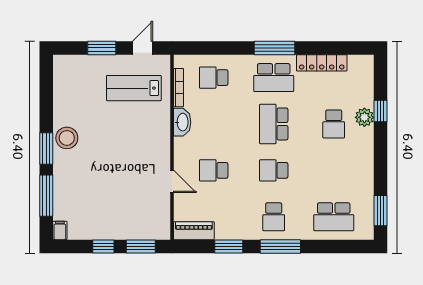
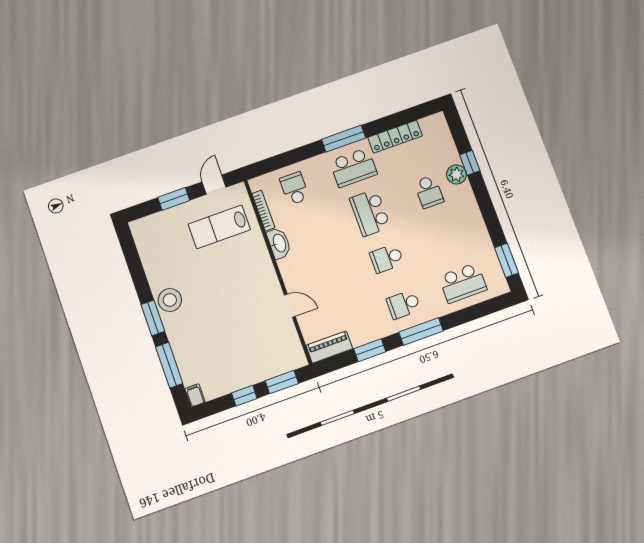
school desk: (214, 78) -> (294, 189), turned 90
school desk: (214, 170) -> (327, 280), removed
school desk: (274, 217) -> (404, 304), turned 90

